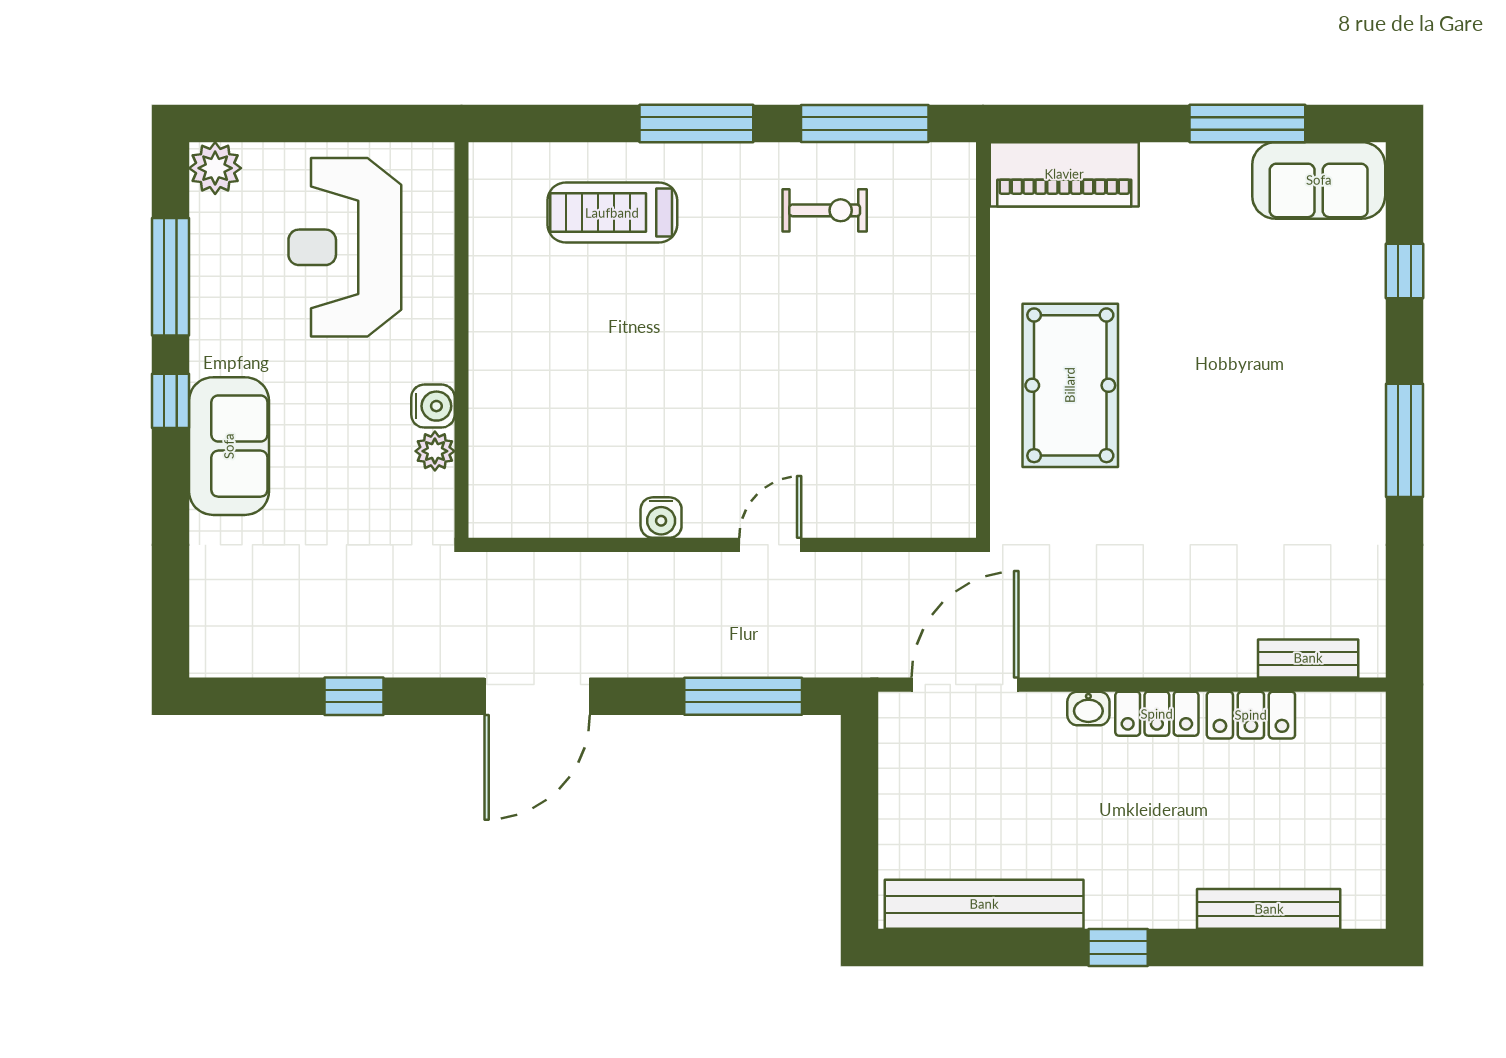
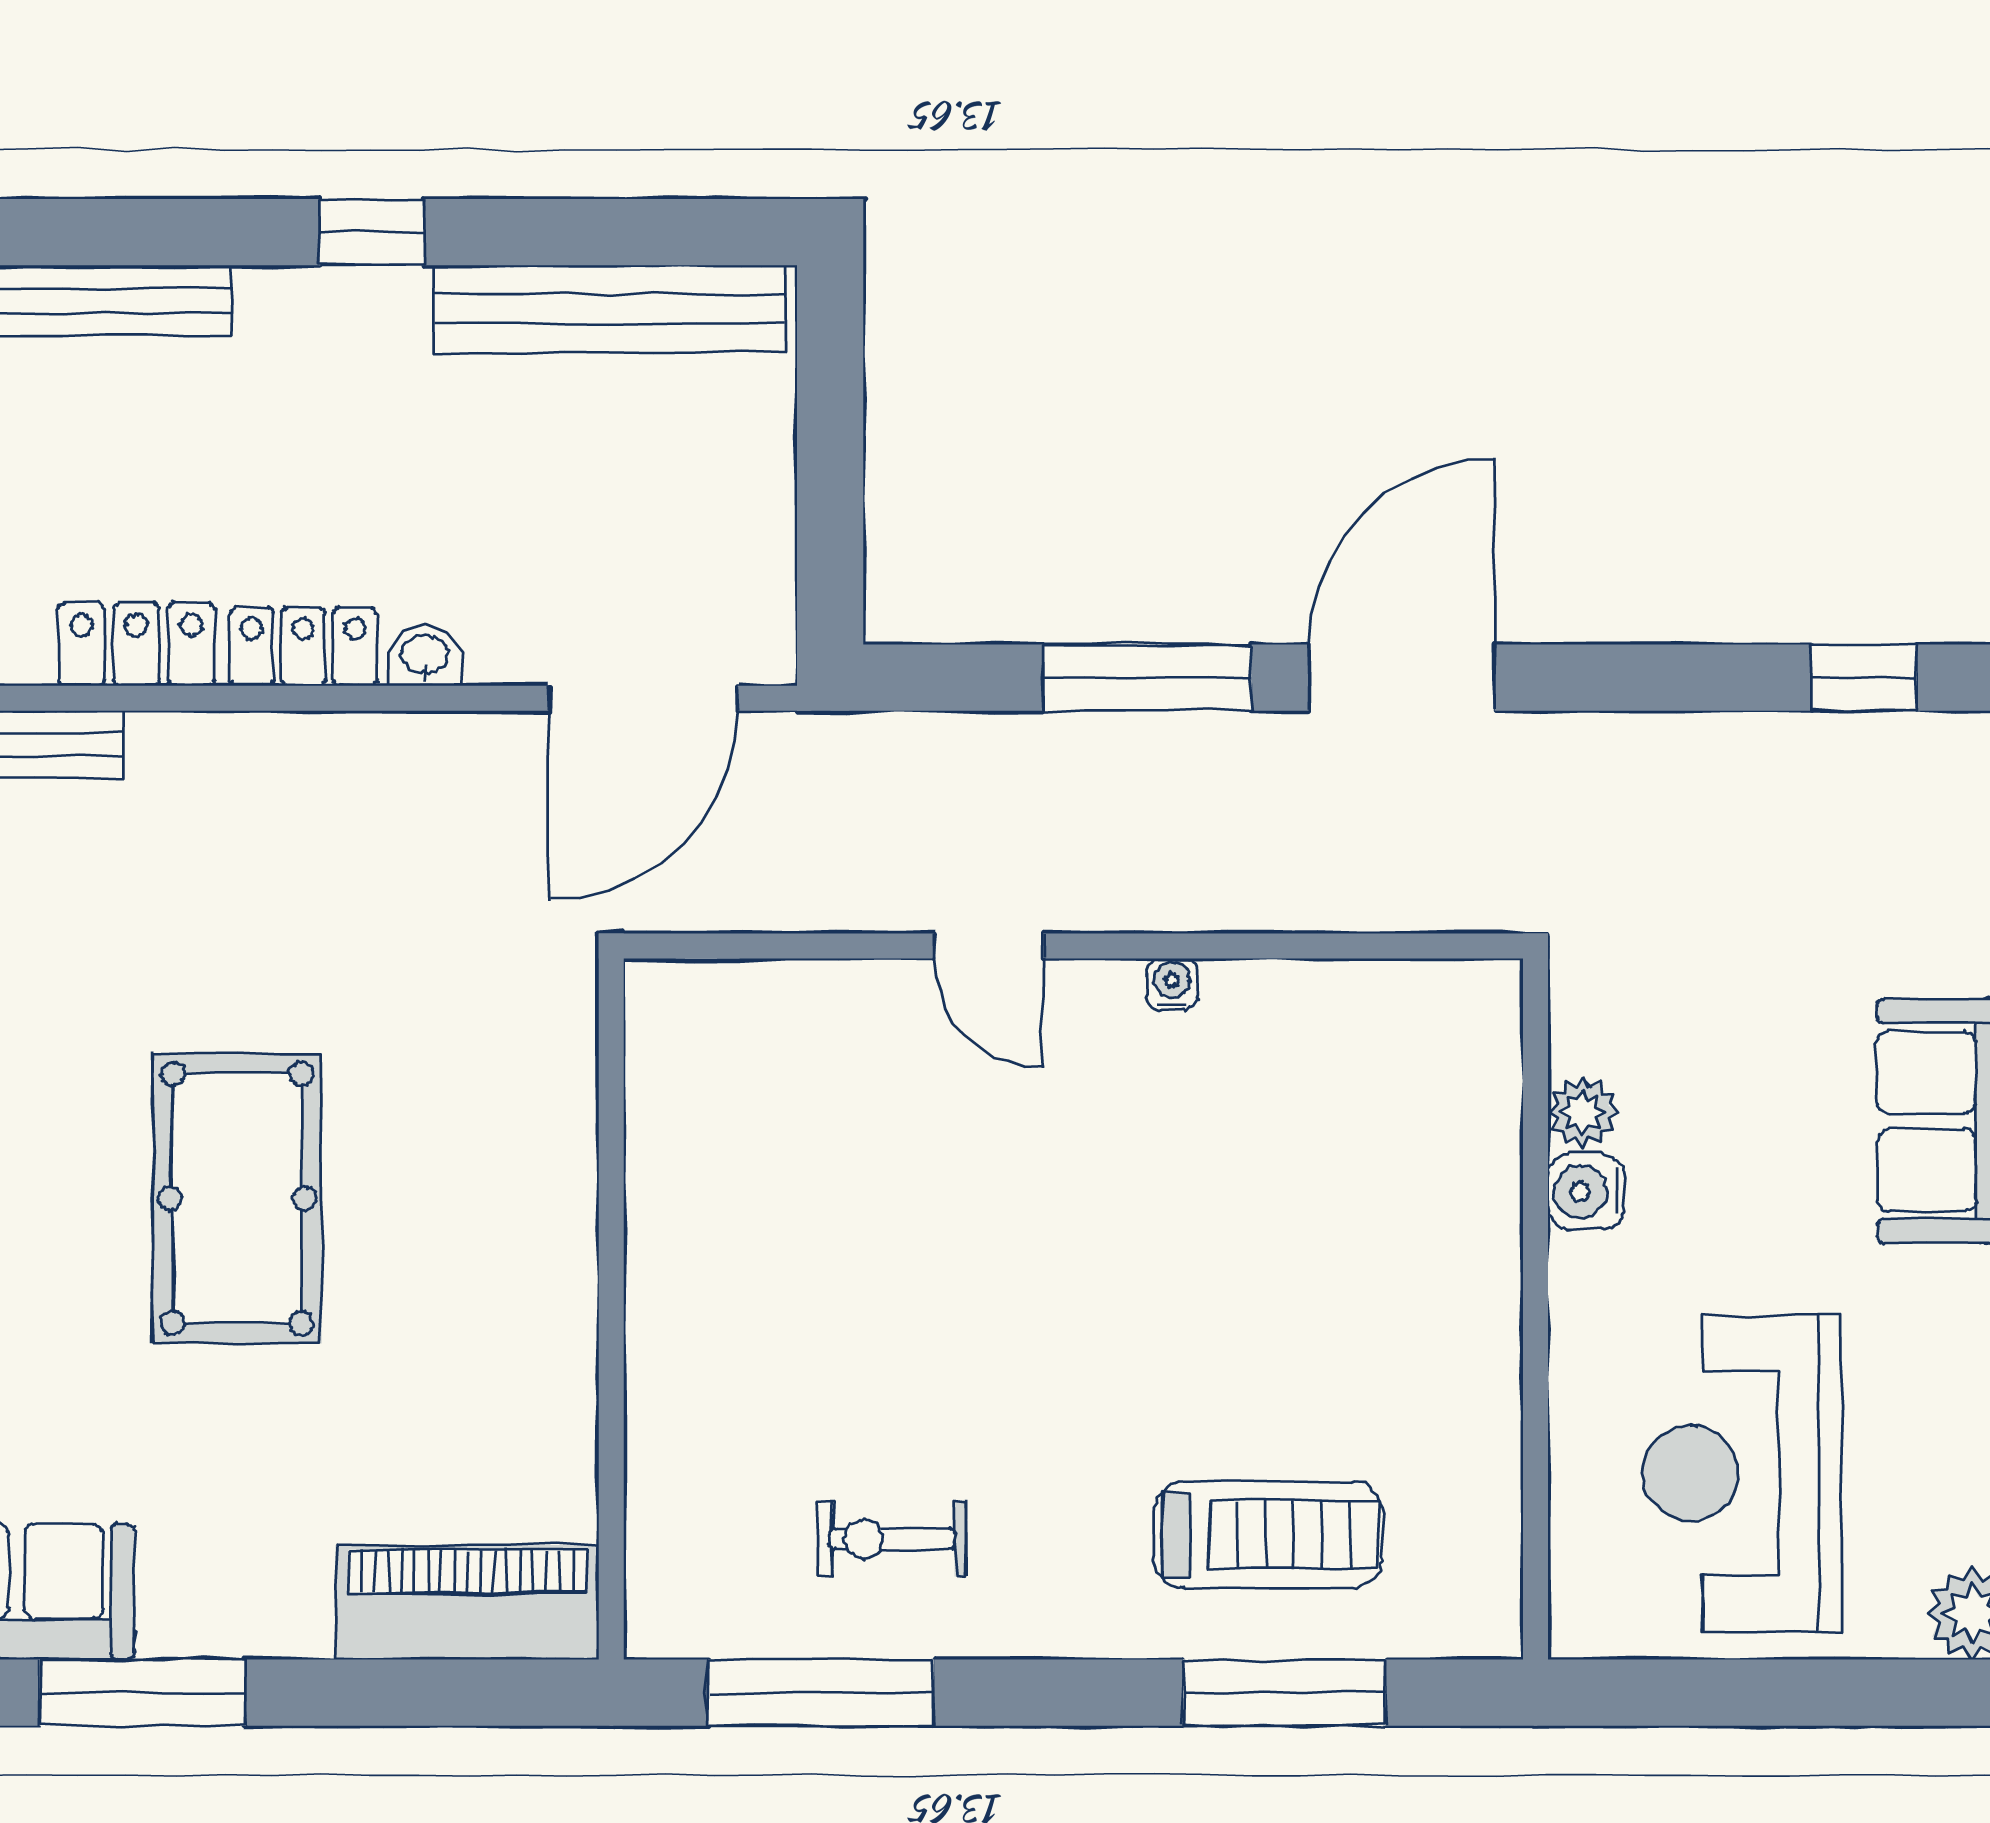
window: (696, 123) -> (1284, 1693), moved
reception desk: (345, 247) -> (1742, 1473), turned 180
pool table: (1070, 385) -> (237, 1198), moved
water cooler: (661, 518) -> (1172, 984), width x0.72, depth x0.72
door: (770, 545) -> (988, 946), hinge flipped
window: (354, 696) -> (1864, 678), moved
window: (743, 696) -> (1147, 678), moved

